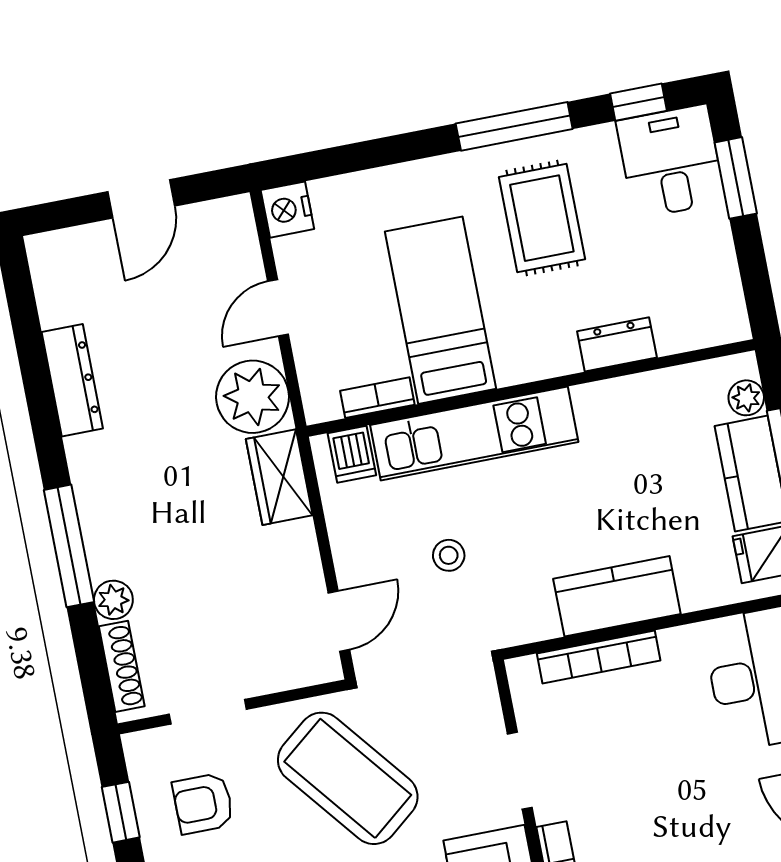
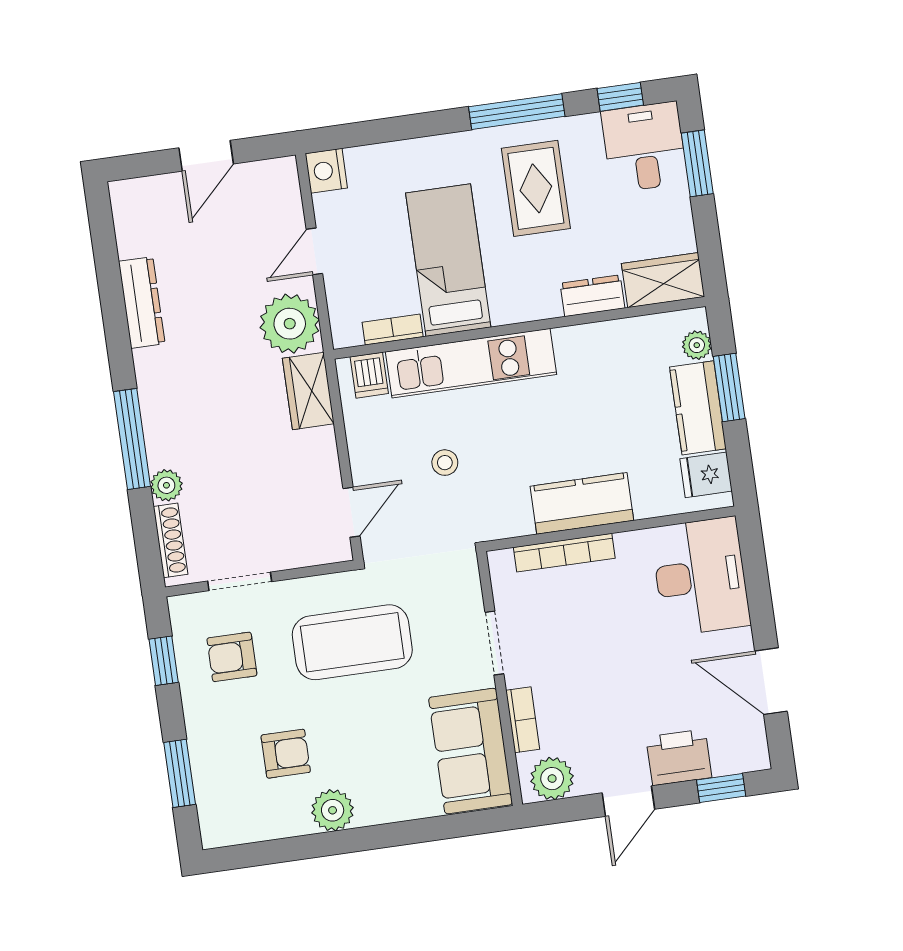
wardrobe: (701, 321) -> (663, 280), added
coffee table: (348, 778) -> (352, 642), turned -51

